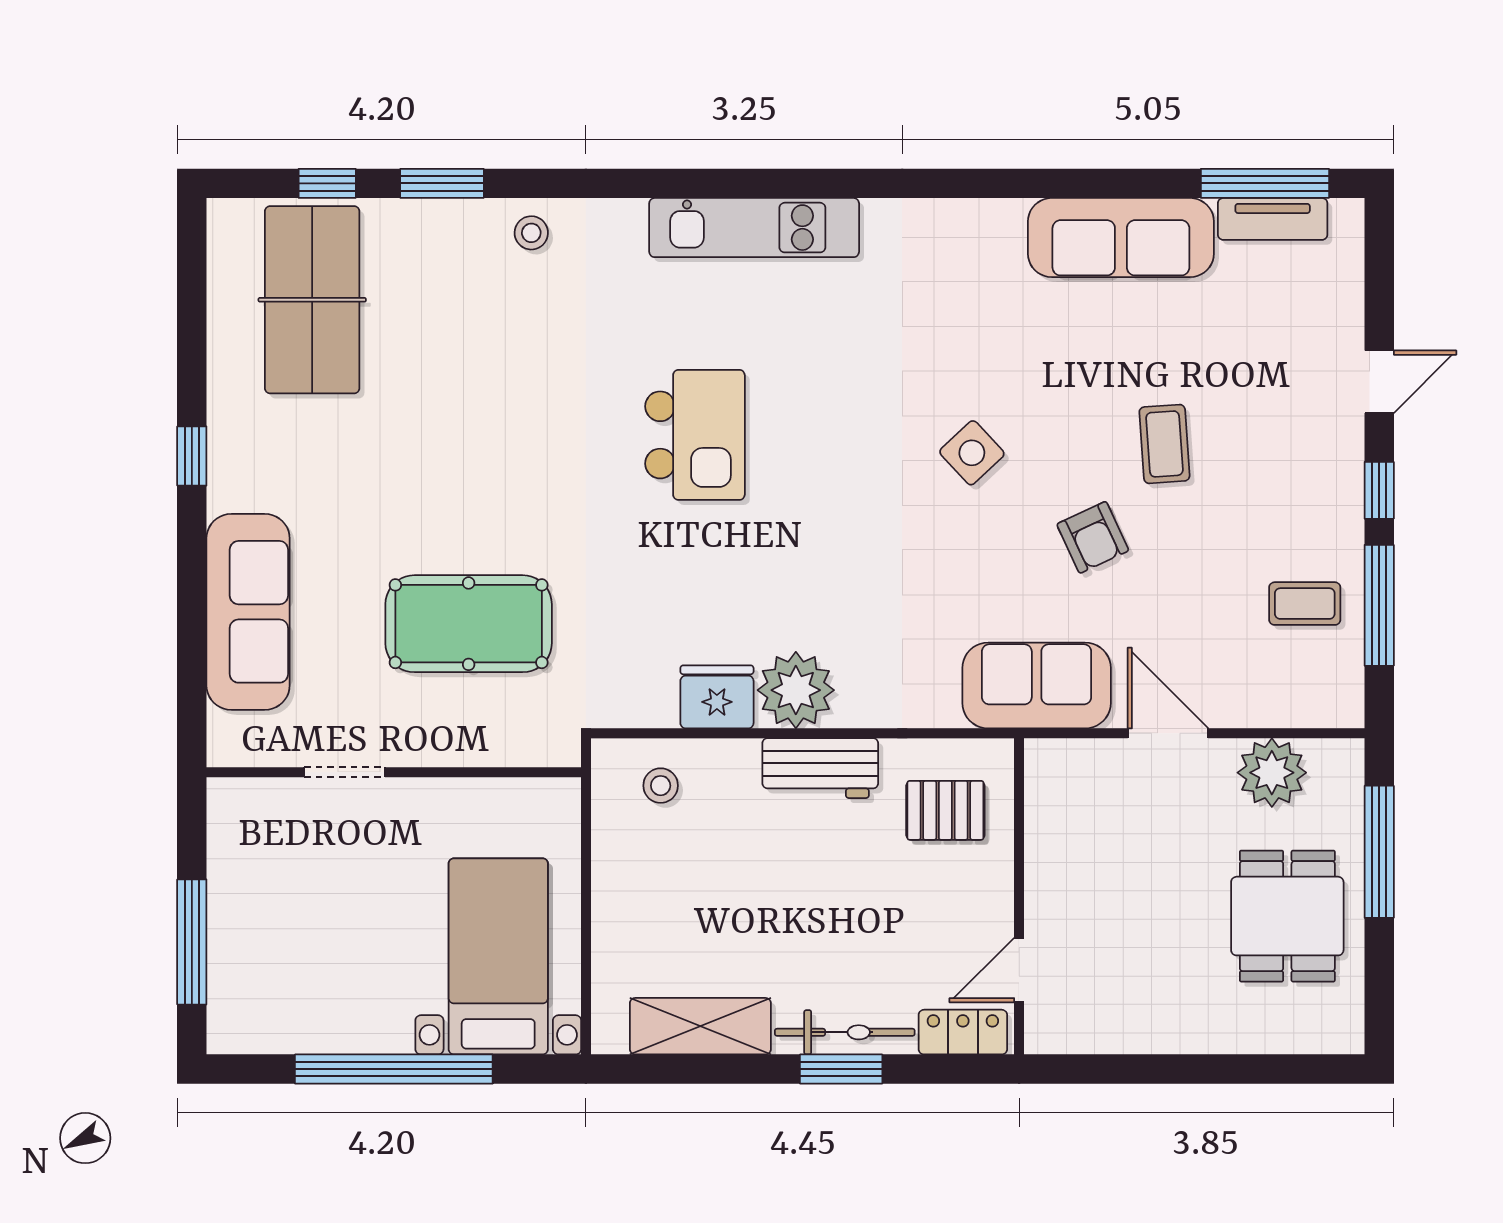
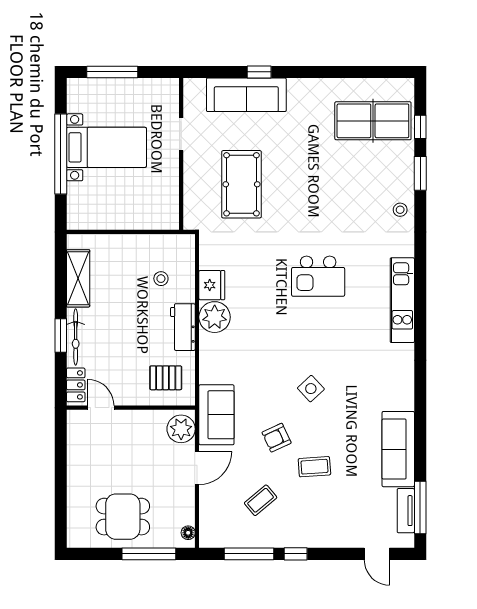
door: (1379, 382) -> (377, 554), moved
window: (192, 456) -> (259, 72), moved
coffee table: (1305, 604) -> (261, 500), moved, turned 50
floor lamp: (1327, 755) -> (188, 533), added
plant: (1272, 773) -> (181, 429), moved
stool: (661, 786) -> (161, 279), moved
pallet: (945, 810) -> (166, 378), turned 90
bed with nightstands: (498, 956) -> (106, 147), moved

